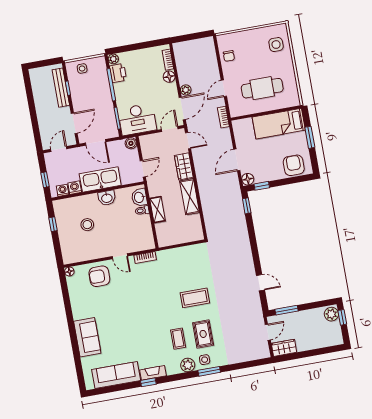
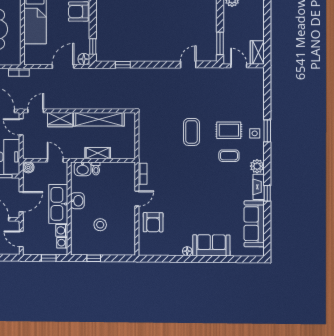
door: (237, 160) -> (63, 67), swing flipped
shelving: (190, 197) -> (99, 119), width x1.47
window: (247, 206) -> (123, 65), moved
floor lamp: (69, 272) -> (187, 251), moved
plant: (188, 365) -> (257, 166), moved

